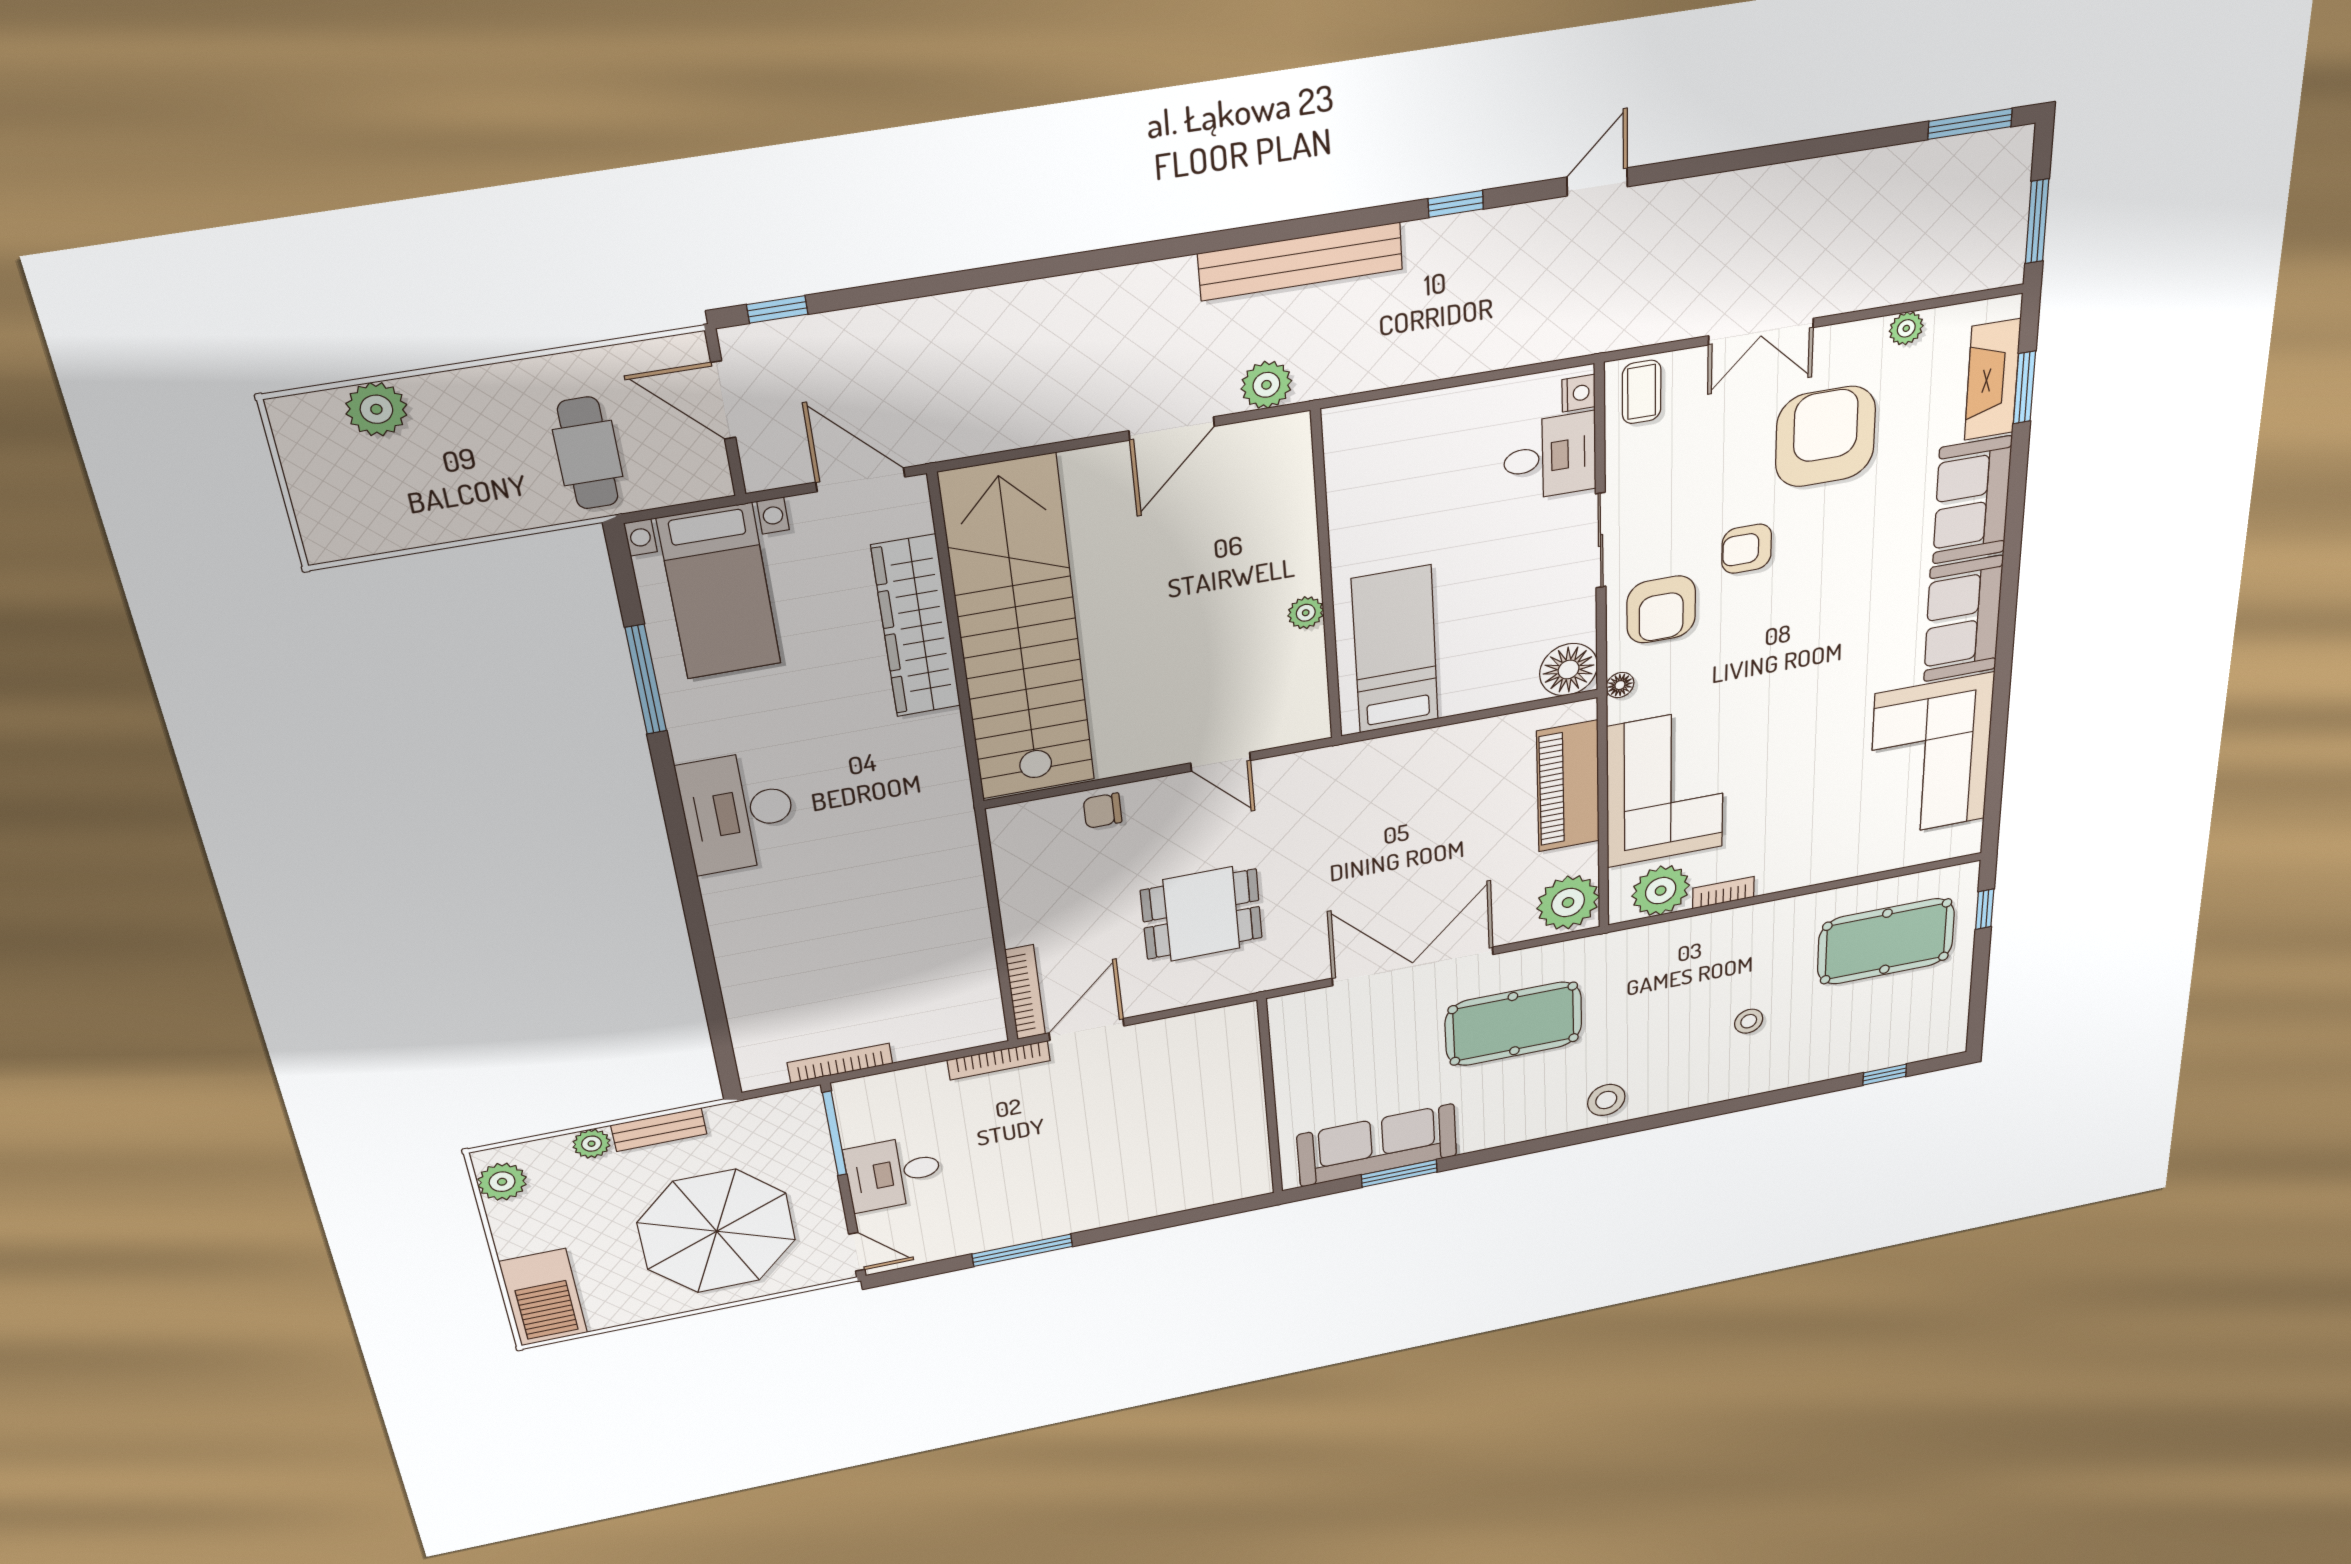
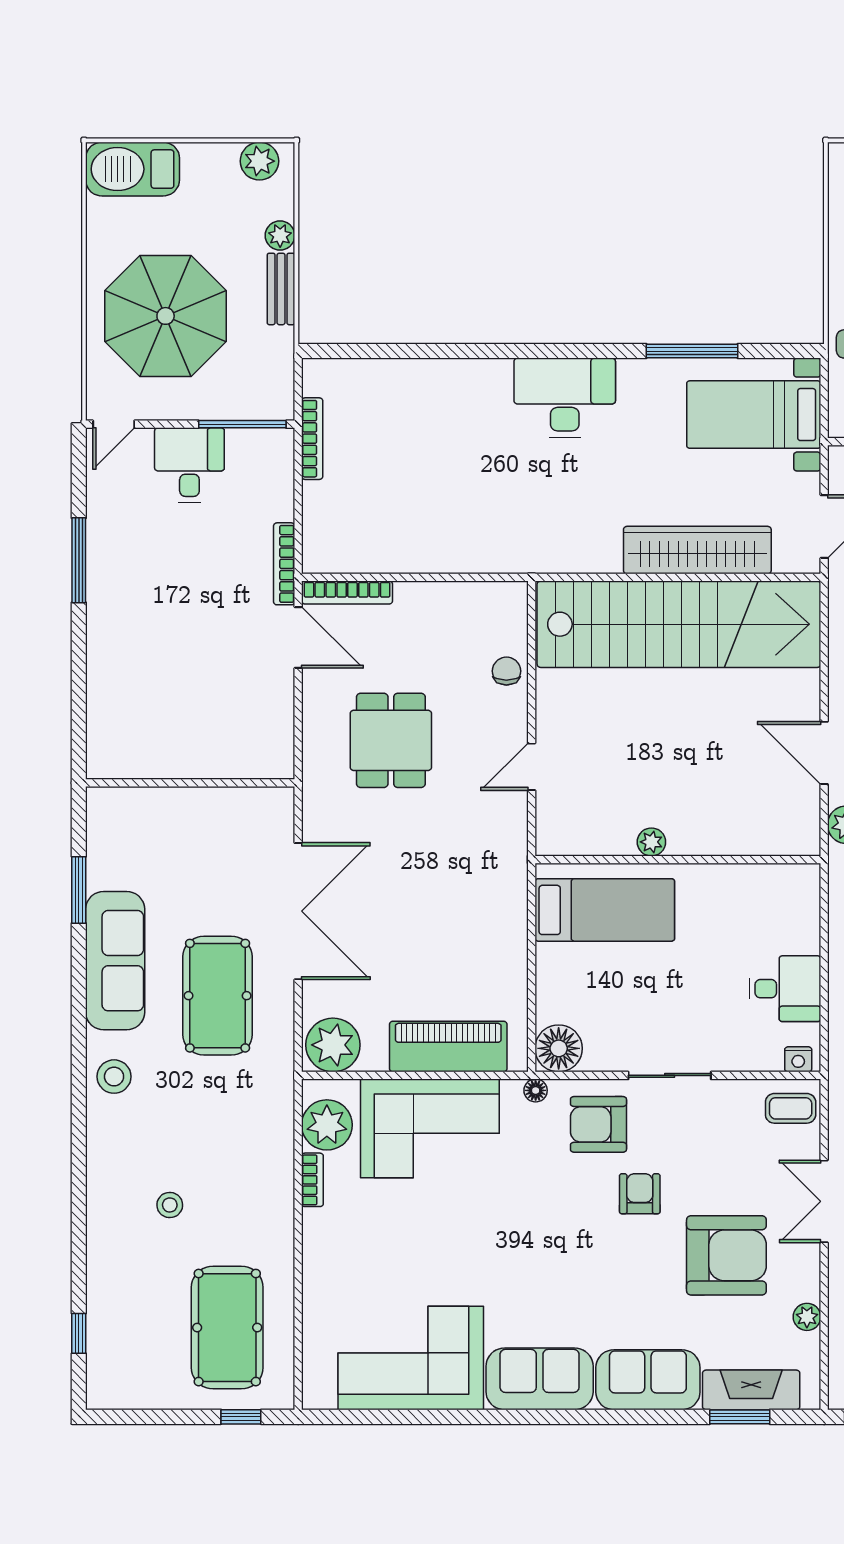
desk: (1550, 457) -> (785, 989), moved, turned -90
sofa: (1377, 1145) -> (115, 961), moved

